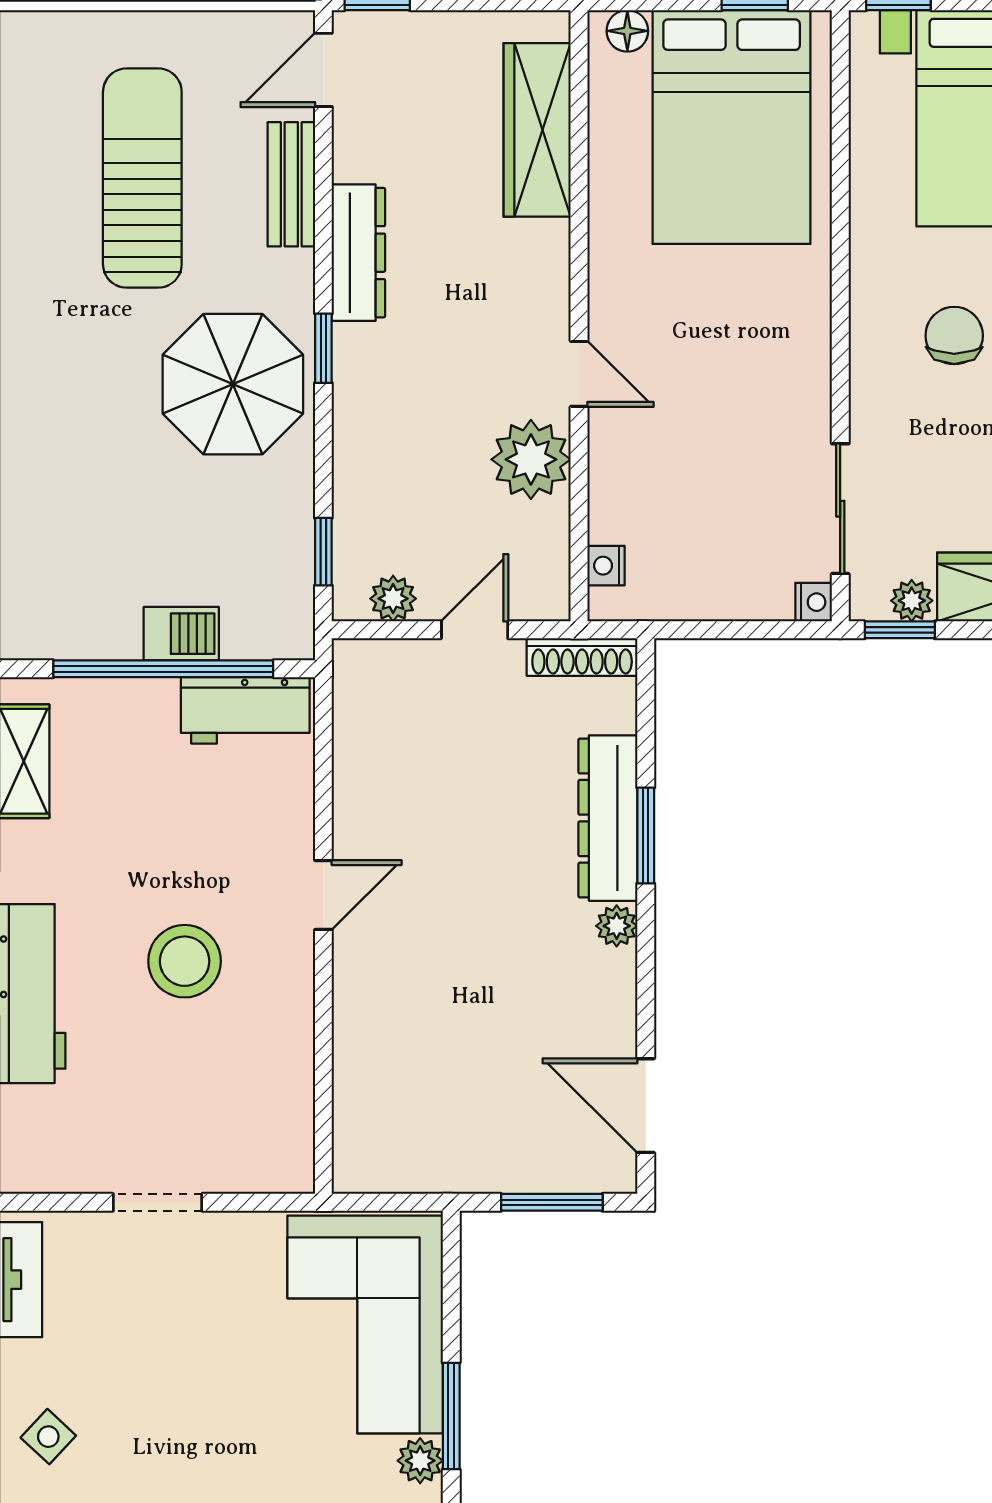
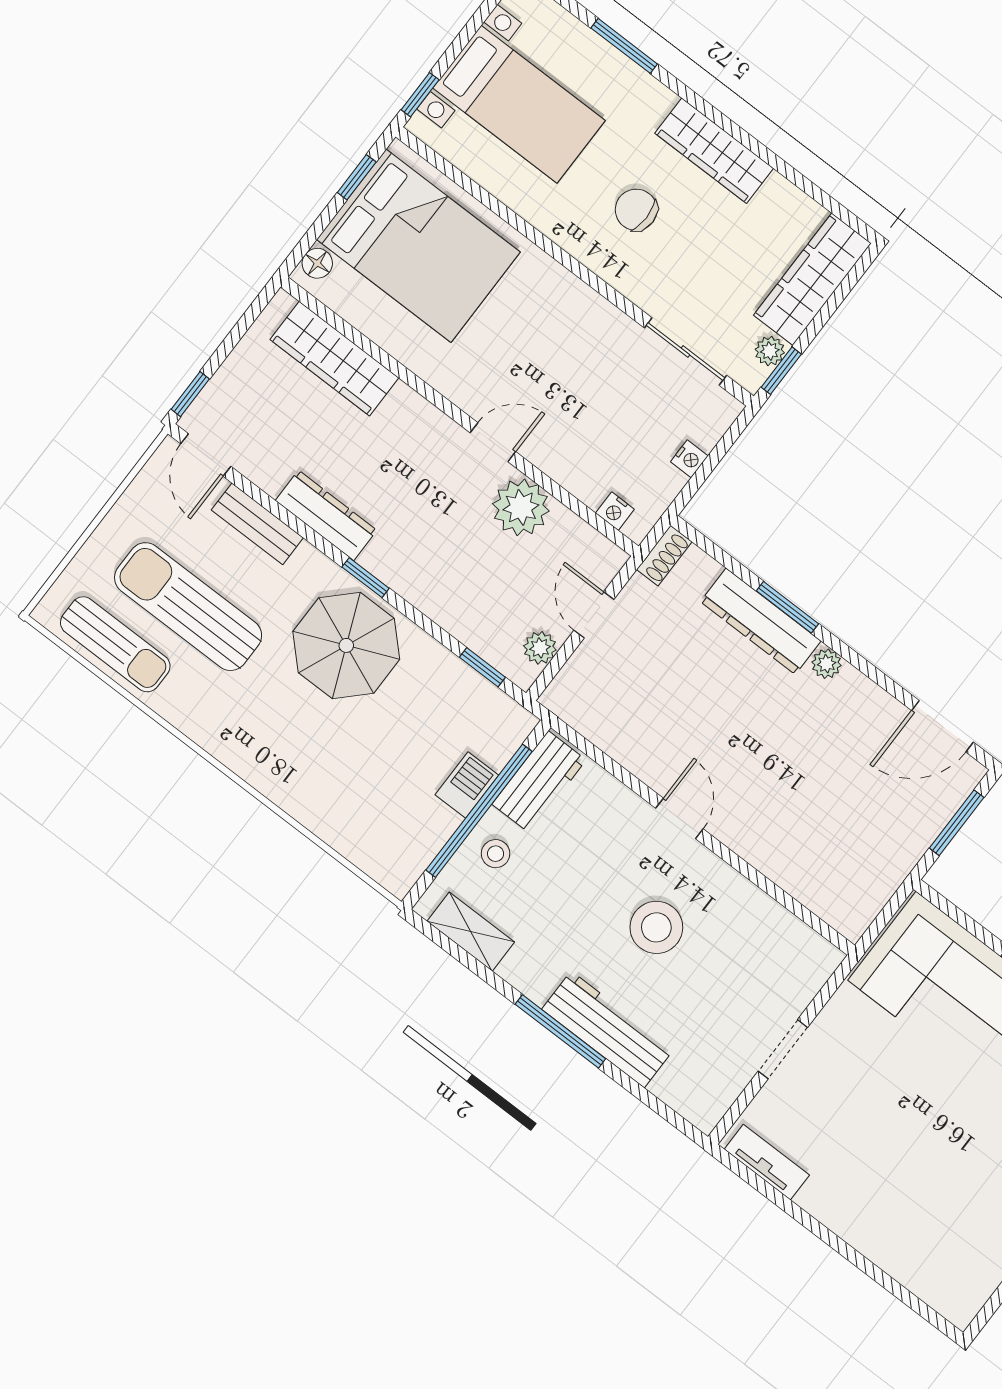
sun lounger: (40, 130) -> (115, 644), added
nightstand: (814, 602) -> (689, 459), moved, turned 90
shoe rack: (582, 657) -> (664, 556), width x0.70
stool: (130, 723) -> (496, 854), added
side table: (48, 1437) -> (869, 1215), removed

